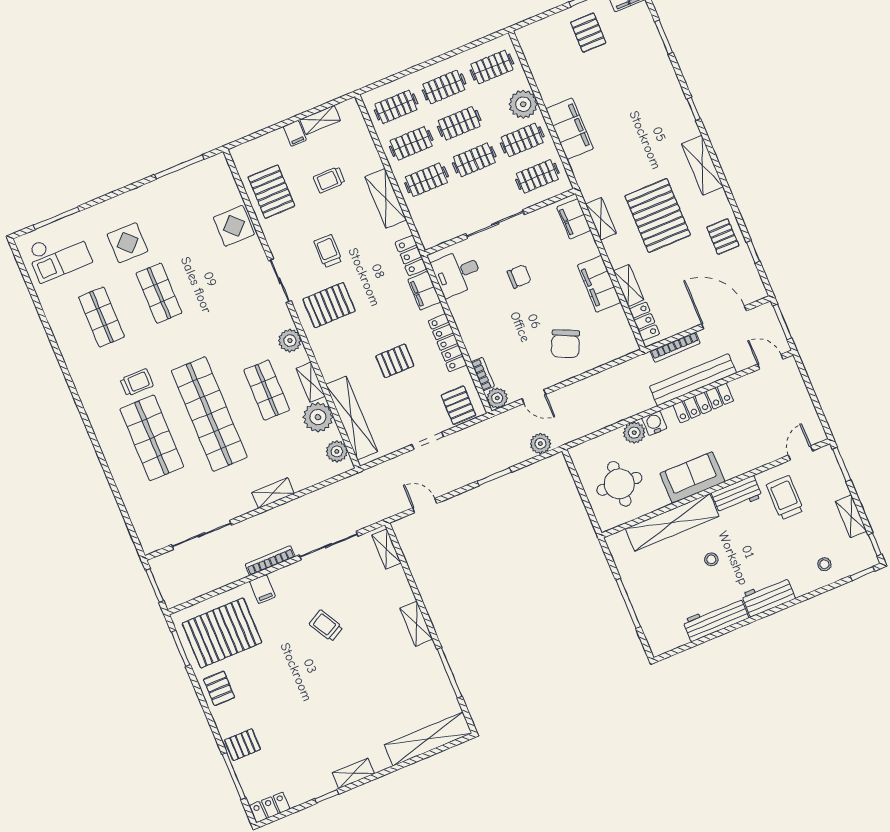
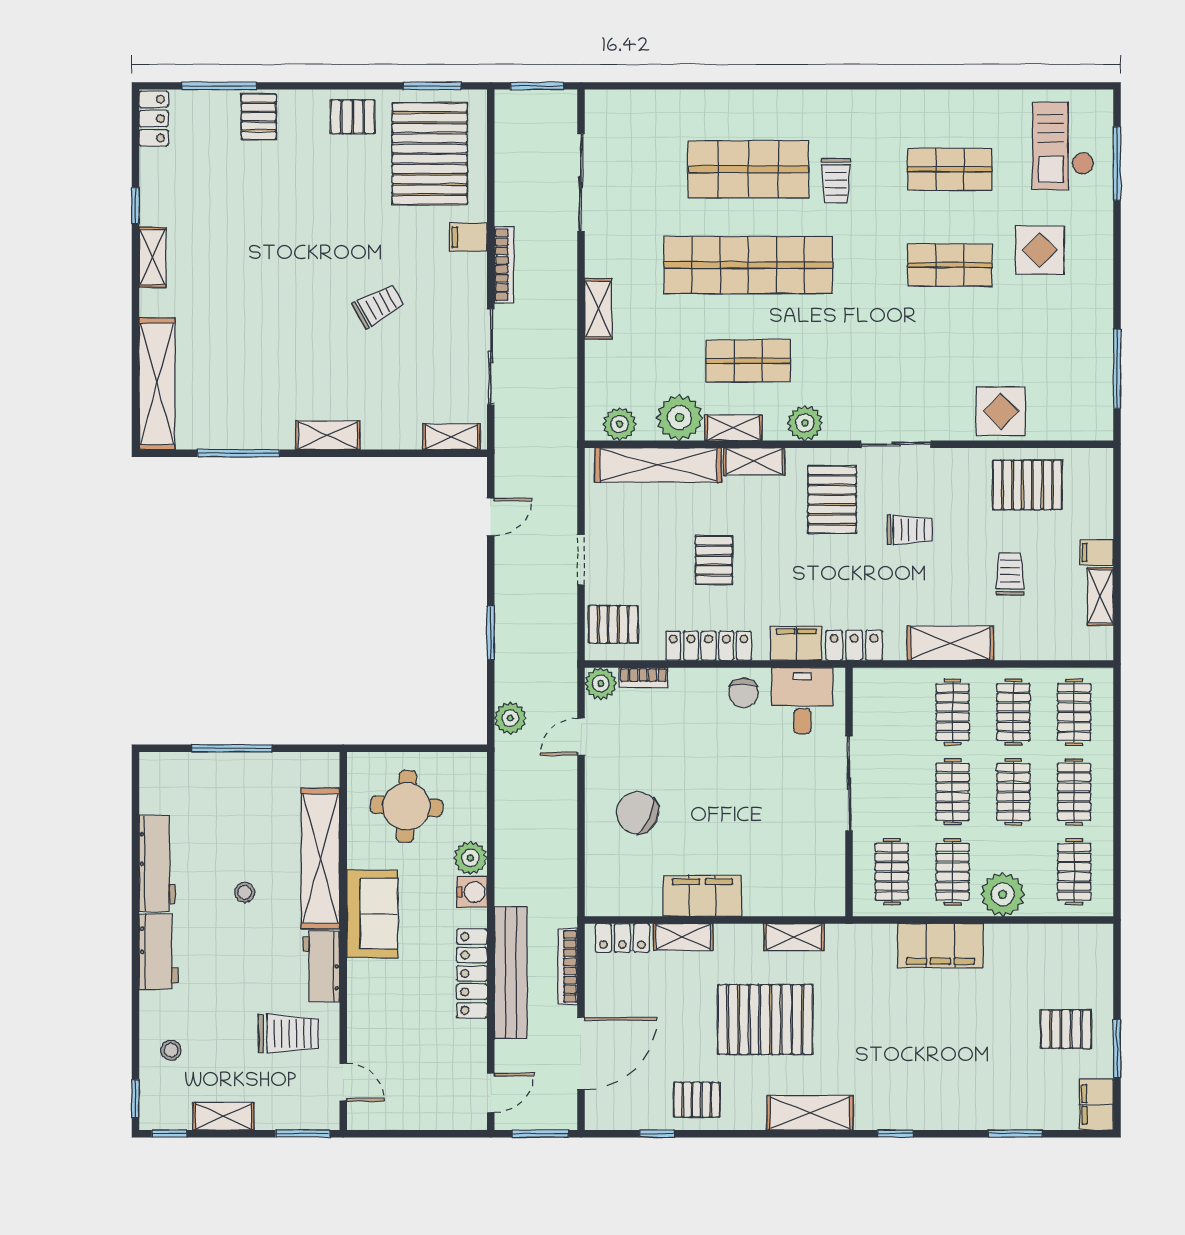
filing cabinet: (574, 219) -> (810, 898), removed
chair: (519, 276) -> (743, 693), moved
shelving: (326, 361) -> (754, 461), added

